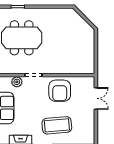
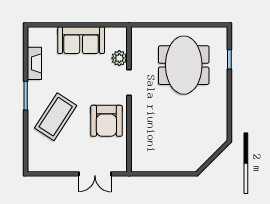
armchair: (60, 91) -> (106, 121), turned -90
coffee table: (57, 125) -> (56, 117), turned 38

